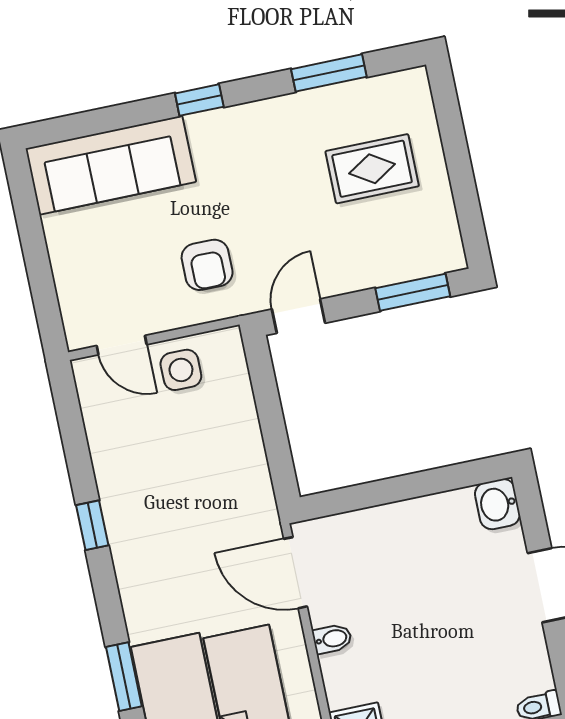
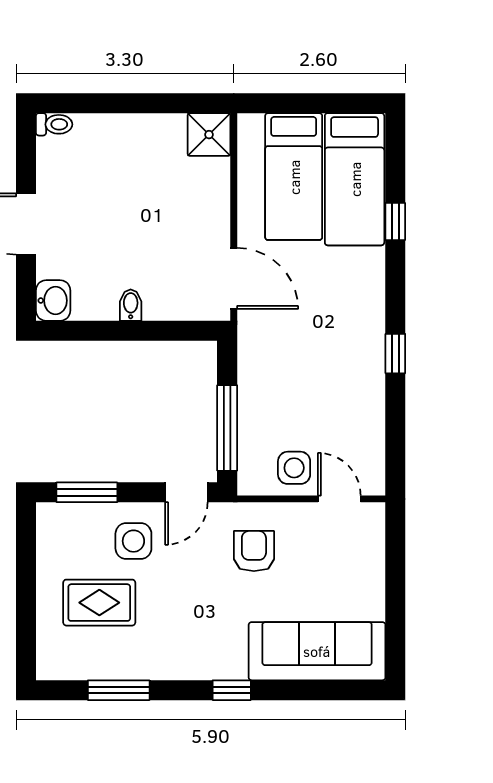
side table: (348, 248) -> (133, 541), added
window: (267, 400) -> (227, 428), added
bidet: (332, 639) -> (131, 305), moved, turned 90
window: (124, 677) -> (395, 221), width x0.67

